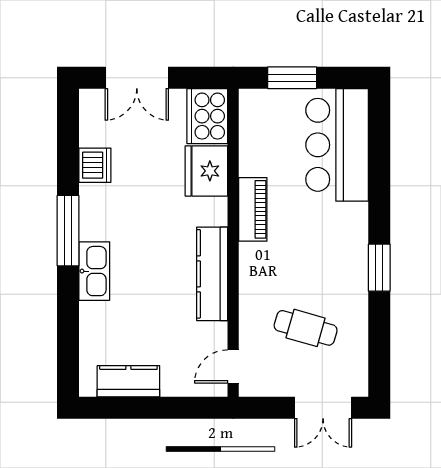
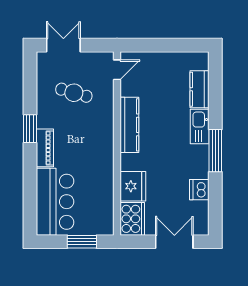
piano: (253, 209) -> (45, 148), moved, turned 180
kitchen counter: (128, 381) -> (200, 89), moved, turned 90

